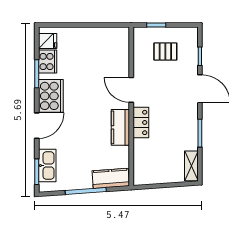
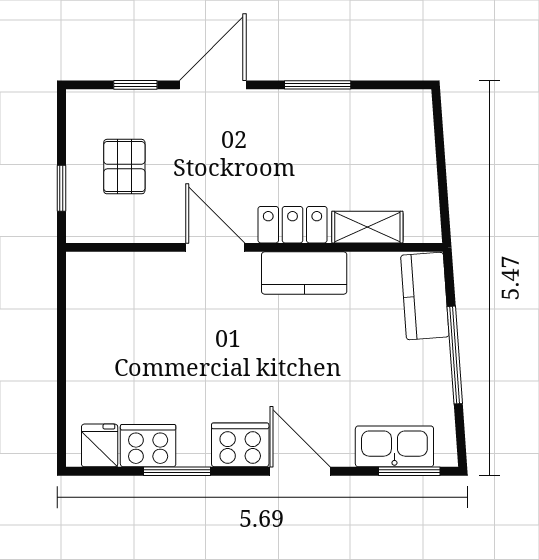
door: (131, 90) -> (215, 247), swing flipped
cooker: (51, 96) -> (240, 445), width x0.73, depth x0.76
shelving: (191, 166) -> (367, 227), moved

